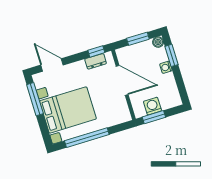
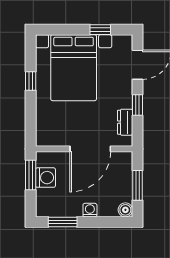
window: (96, 51) -> (137, 105), moved
window: (172, 55) -> (63, 222), moved
window: (35, 99) -> (100, 30), width x0.46
window: (87, 138) -> (31, 81), width x0.32

